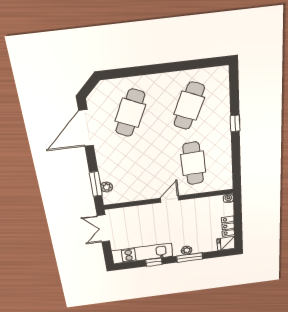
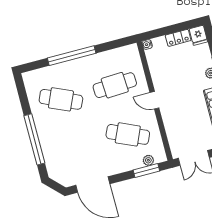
window: (148, 70) -> (34, 139), added
cafe table: (130, 113) -> (128, 134), moved
window: (235, 123) -> (72, 56), width x3.17

